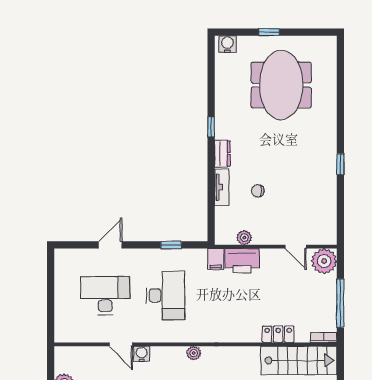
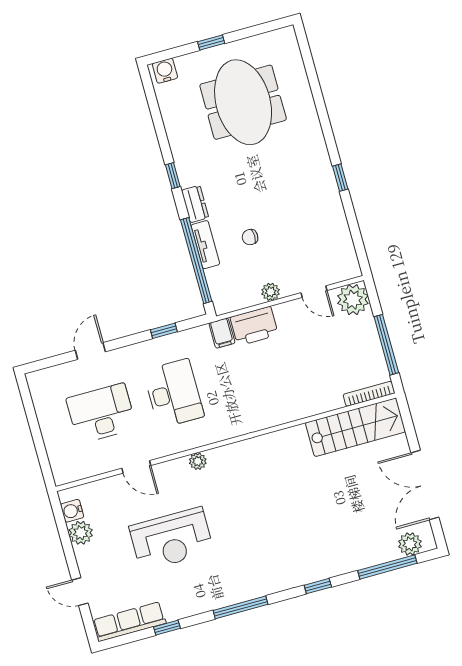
window: (211, 198) -> (196, 261), added
plant: (244, 238) -> (271, 292), moved
locker: (278, 334) -> (322, 403), removed
bookcase: (324, 337) -> (369, 394), width x1.56
plant: (194, 353) -> (198, 461), moved
water cooler: (142, 354) -> (72, 511), moved, turned -90

